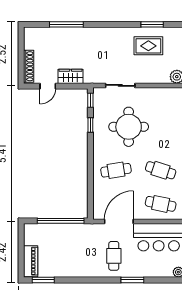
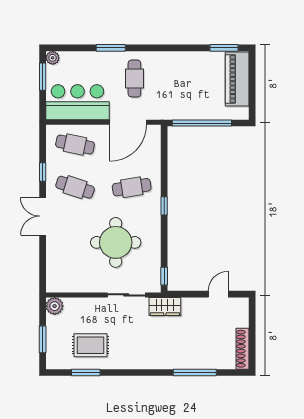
shoe rack: (29, 66) -> (243, 349), moved
wardrobe: (71, 76) -> (165, 306), moved
window: (90, 125) -> (164, 206), moved
piano: (31, 261) -> (237, 79), width x1.37, depth x1.33

